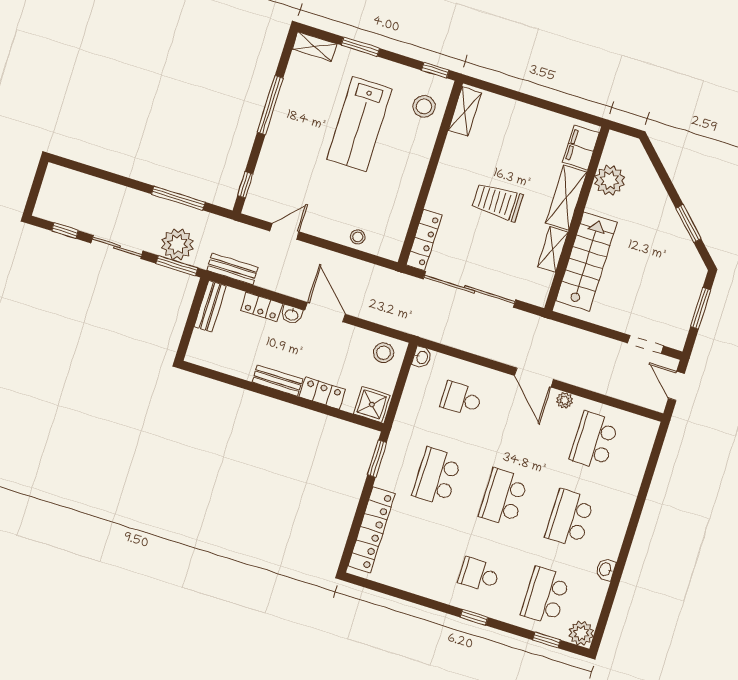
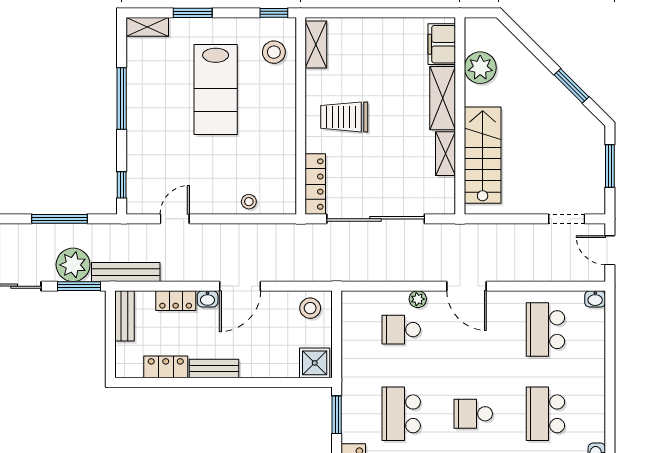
trolley: (497, 202) -> (344, 117), moved
bench: (232, 269) -> (126, 272), width x1.36
door: (325, 312) -> (240, 286), swing flipped
washbasin: (422, 357) -> (595, 299), moved, turned 90
locker: (322, 393) -> (166, 367), moved
plant: (565, 400) -> (418, 299), moved
school desk: (503, 497) -> (473, 414), width x0.54

